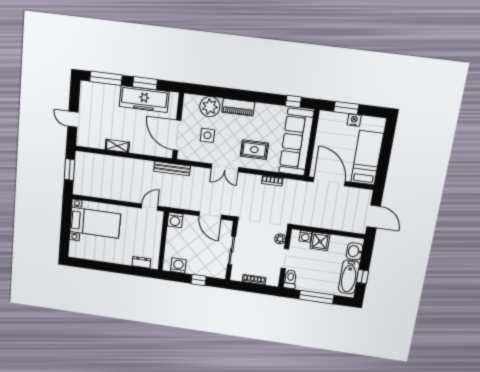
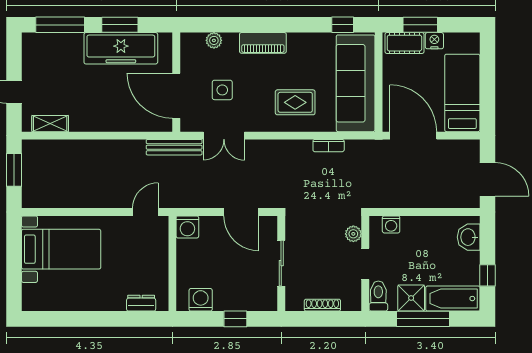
plant: (210, 107) -> (214, 40), width x0.53, depth x0.53
cot: (333, 119) -> (404, 43), added
shelving: (117, 146) -> (50, 124), moved
double door: (225, 168) -> (224, 136), moved
shower: (320, 241) -> (411, 298), moved
bathtub: (349, 277) -> (453, 299), moved, turned 90

